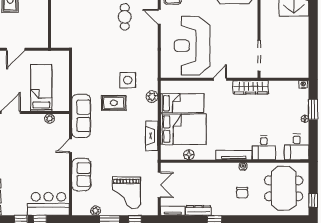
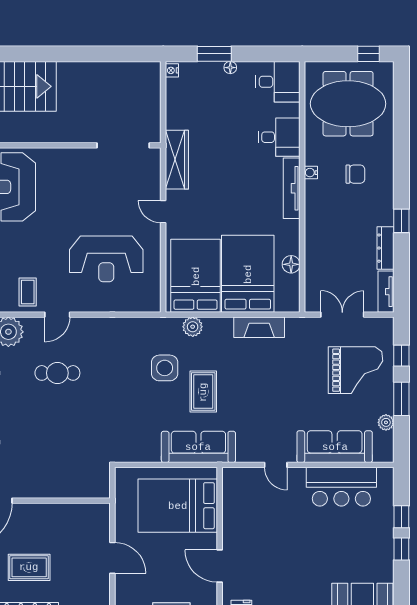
reception desk: (192, 46) -> (106, 259), width x0.74, depth x0.77
bed: (41, 88) -> (178, 506), width x1.50
bed: (182, 103) -> (196, 276), width x1.50
sofa: (81, 116) -> (198, 447), moved
plant: (49, 119) -> (230, 501), removed
sofa: (81, 175) -> (335, 447), width x1.36
bar counter: (48, 204) -> (341, 487), moved, turned -90

